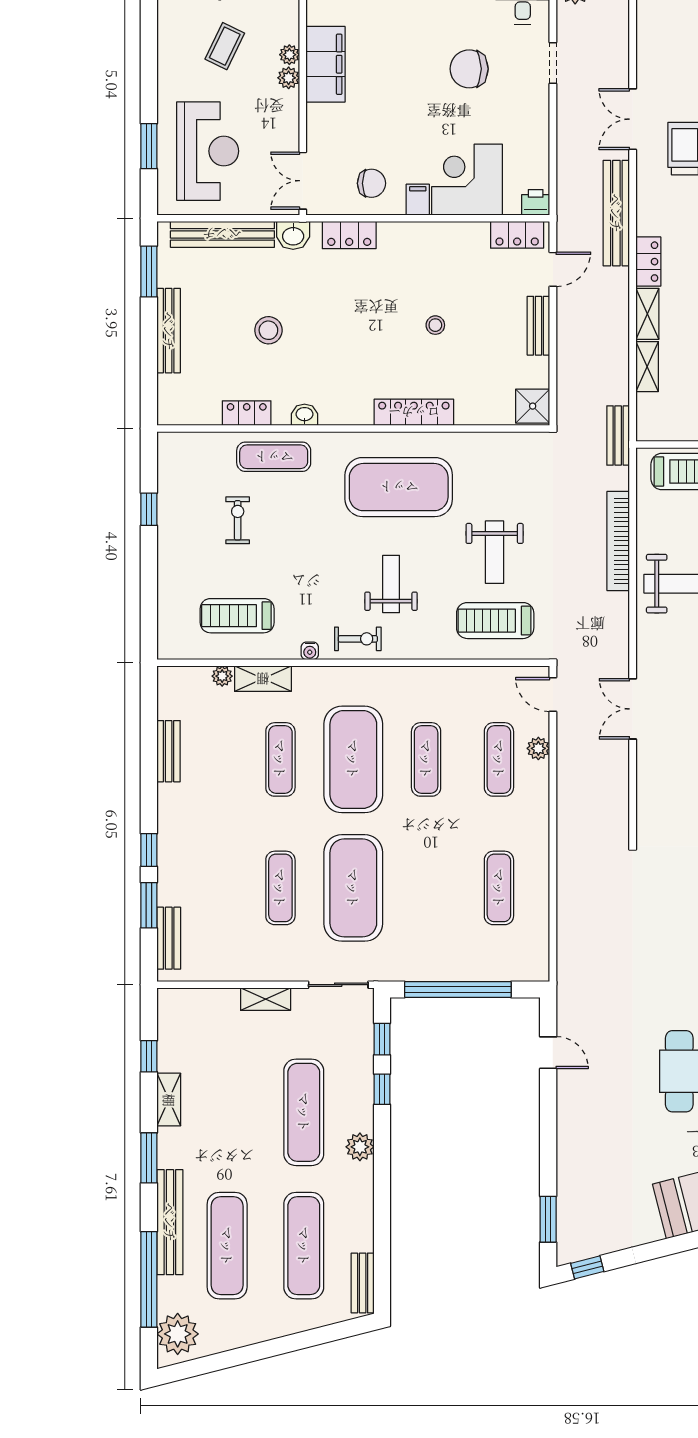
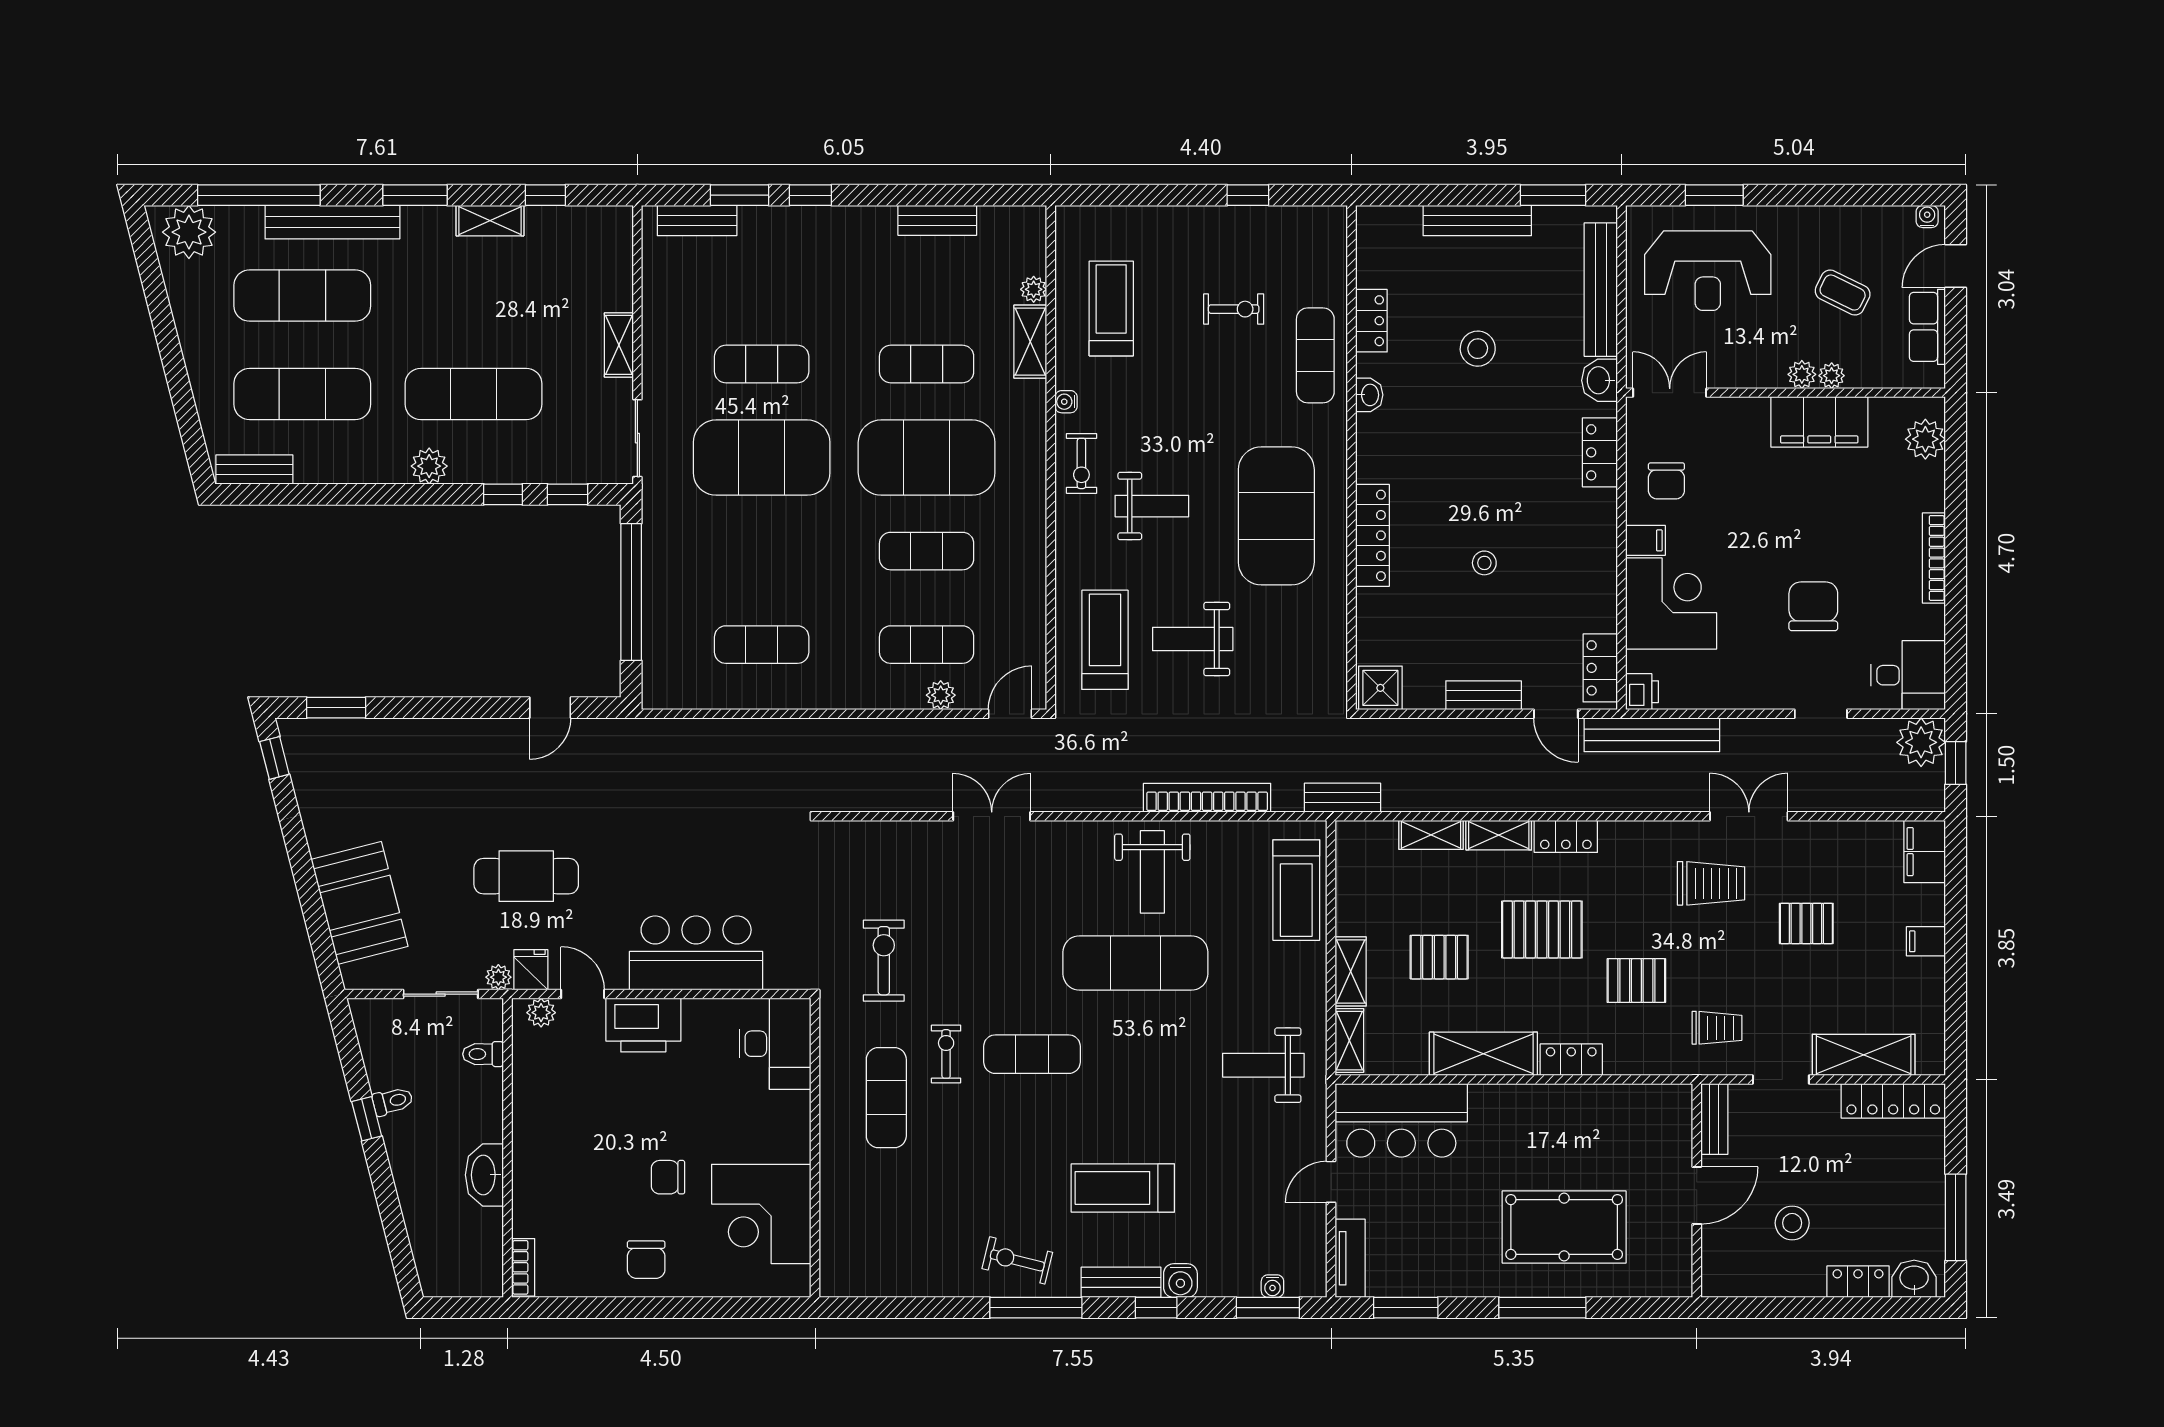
bench: (616, 213) -> (1652, 735), moved

